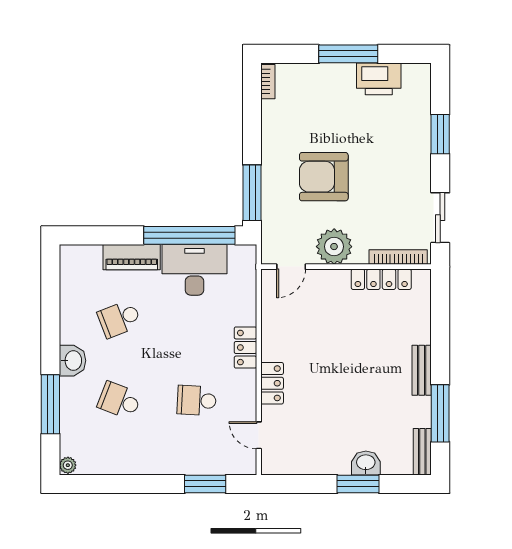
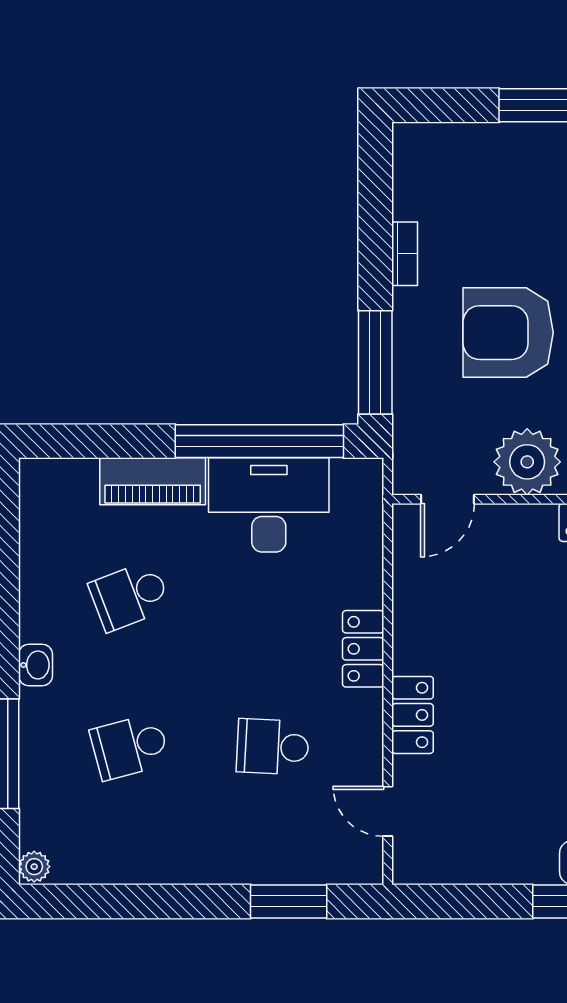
bookcase: (268, 82) -> (405, 254), moved
washbasin: (73, 361) -> (36, 665), width x0.72, depth x0.69
school desk: (119, 400) -> (130, 747), turned -36

